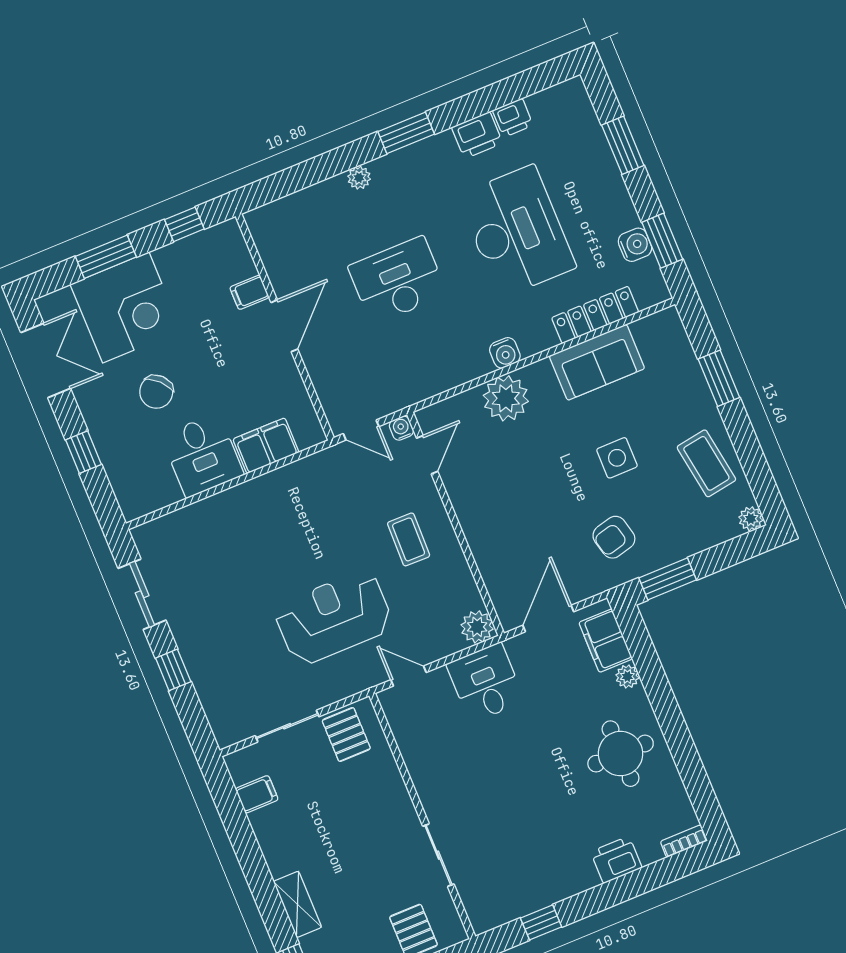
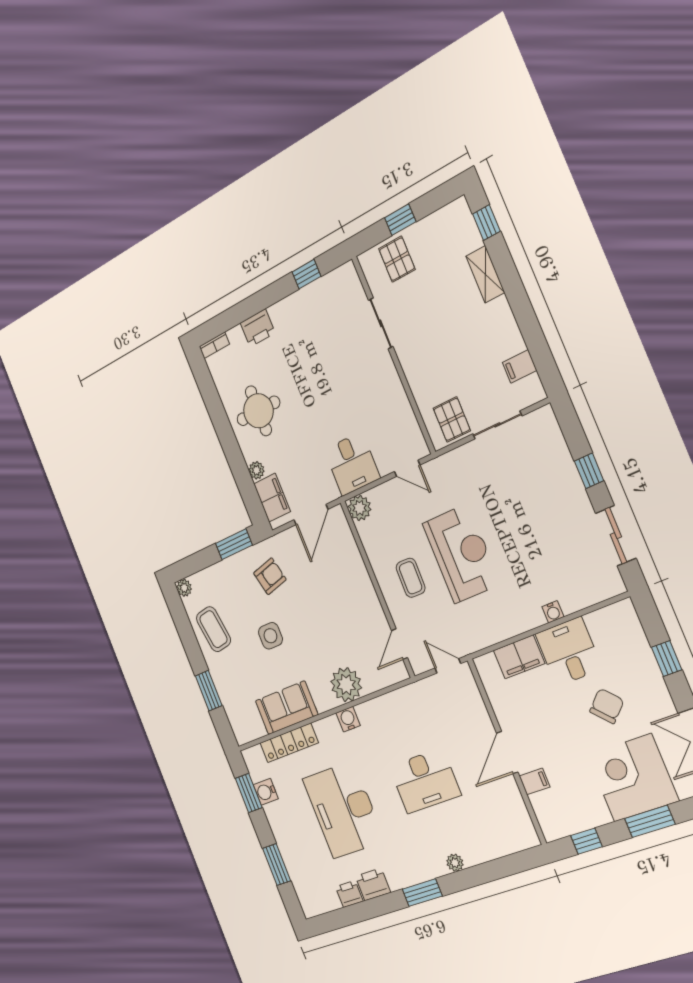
water cooler: (401, 428) -> (553, 612), moved
reception desk: (334, 618) -> (461, 554), moved, turned -90

